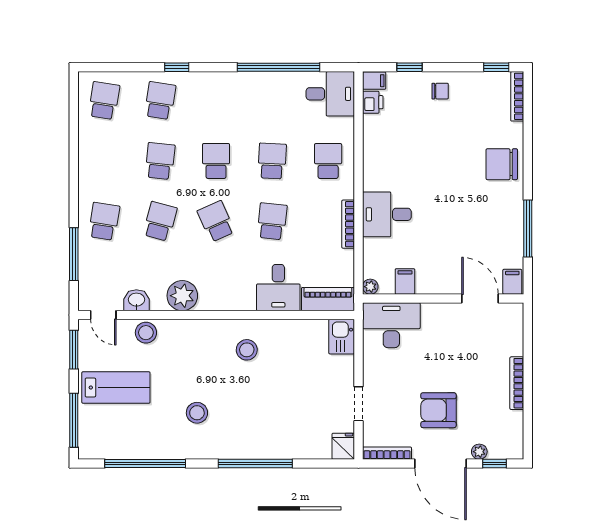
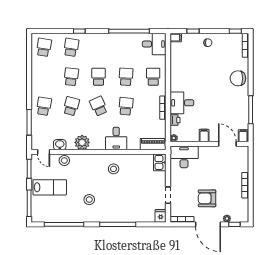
printer: (373, 102) -> (175, 120), moved
filing cabinet: (405, 281) -> (204, 136), moved
desk: (278, 288) -> (116, 139), moved

